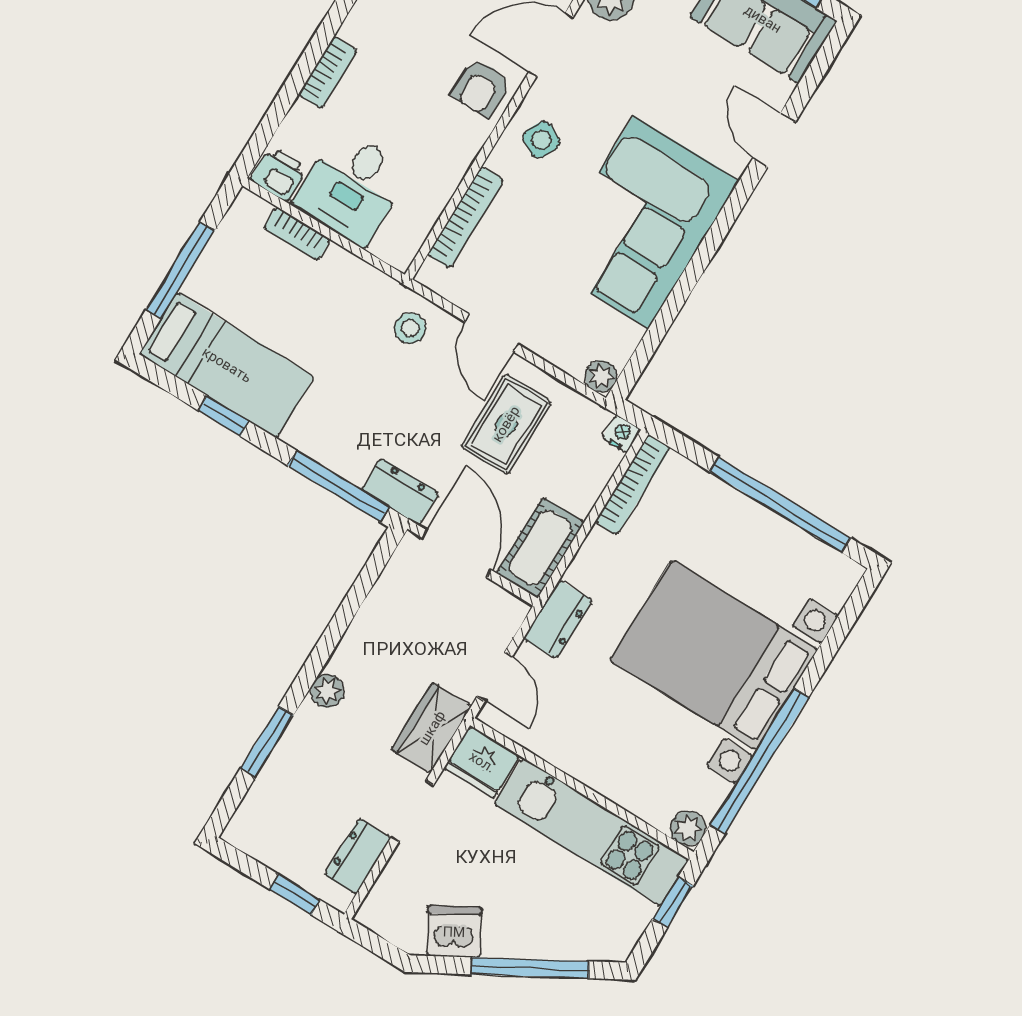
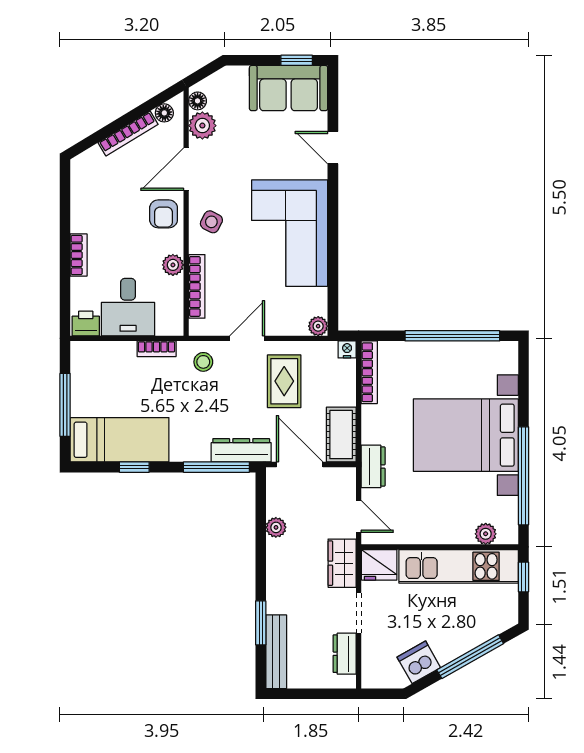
plant: (451, 167) -> (173, 265), added
bookcase: (297, 234) -> (157, 349), moved
door: (491, 333) -> (247, 338), swing flipped
dresser: (400, 492) -> (241, 450), width x1.44
plant: (327, 691) -> (276, 527), moved
bench: (264, 795) -> (276, 652), added
plant: (688, 828) -> (486, 534), moved
window: (295, 894) -> (324, 694), removed

